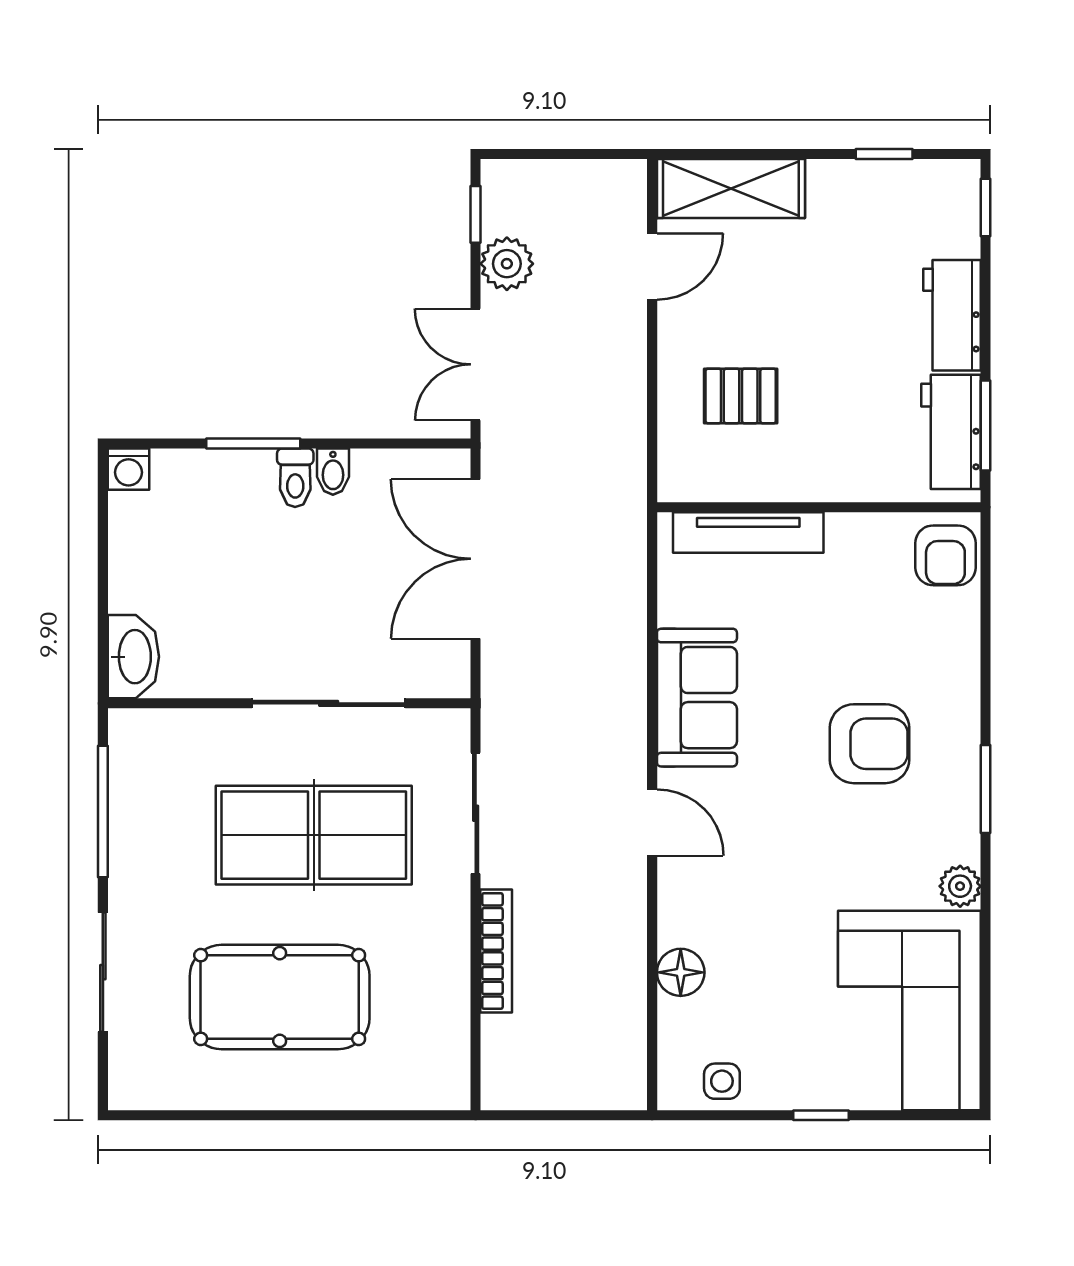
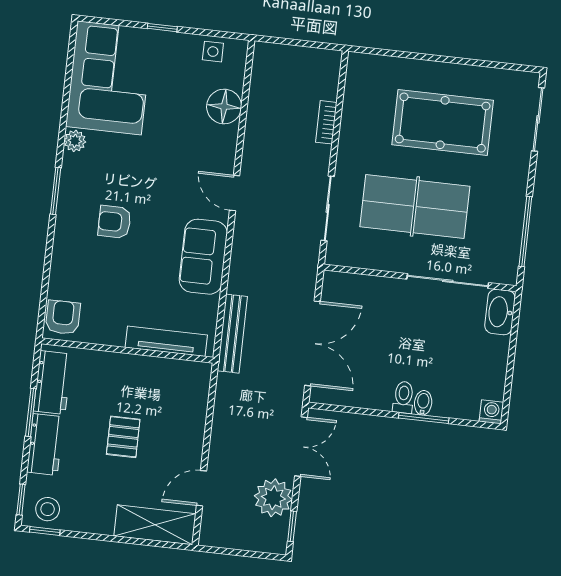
window: (884, 154) -> (45, 531), moved
stool: (934, 195) -> (48, 509), added
plant: (507, 264) -> (273, 498), width x1.36, depth x1.36
pallet: (741, 396) -> (123, 437), moved, turned 90
window: (986, 426) -> (31, 412), moved
bidet: (333, 472) -> (423, 403), moved
bench: (627, 560) -> (232, 334), added
sliding door: (329, 703) -> (448, 281), moved
armchair: (870, 744) -> (114, 222), width x0.72, depth x0.72
bookcase: (496, 951) -> (326, 122), width x0.64
sliding door: (103, 972) -> (538, 119), moved
floor lamp: (681, 972) -> (224, 107), width x1.38, depth x1.38

